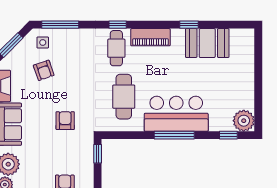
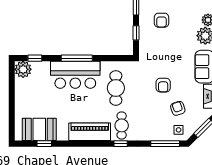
window: (189, 25) -> (44, 144), moved
piano: (150, 37) -> (90, 132), width x1.37, depth x1.33
booth: (207, 43) -> (39, 129), moved
armchair: (65, 121) -> (163, 85), moved
window: (98, 154) -> (136, 33), moved

